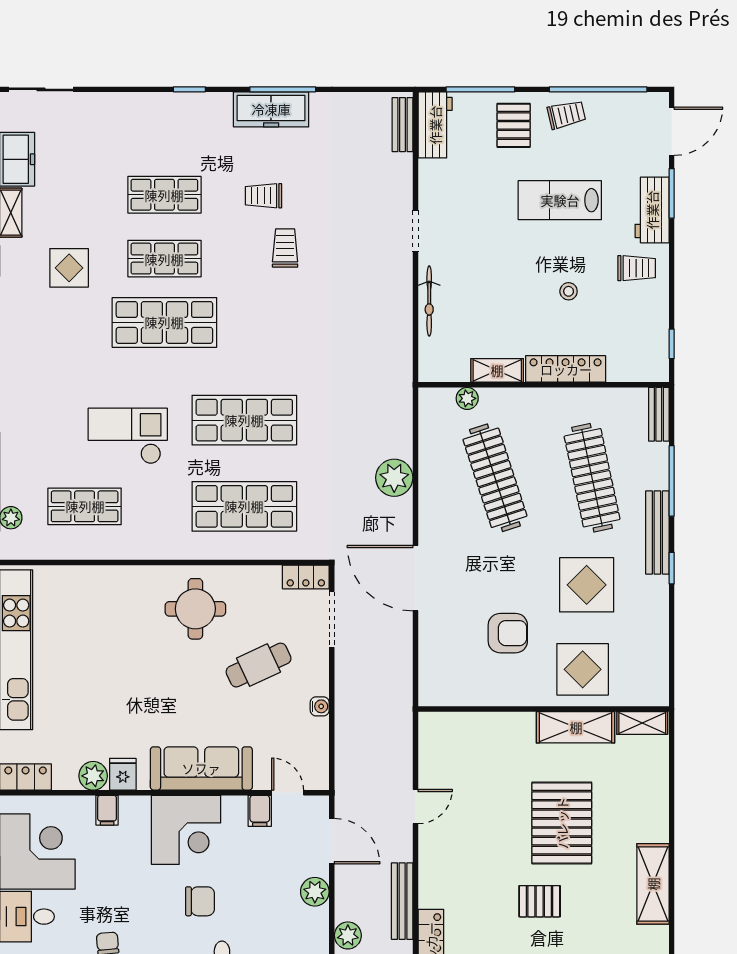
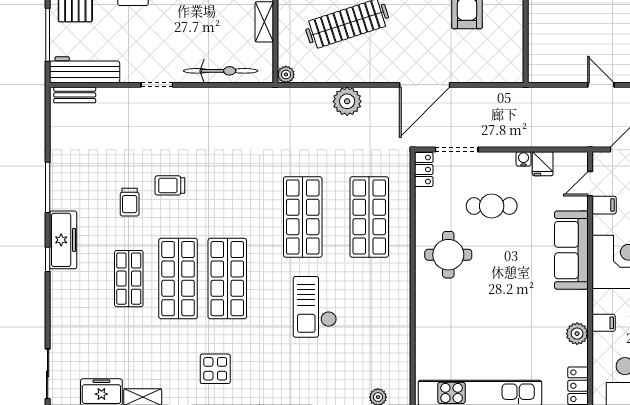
freezer: (271, 109) -> (63, 240), moved
workbench: (435, 125) -> (85, 70), width x1.38
shop shelf: (164, 259) -> (178, 279), width x1.43, depth x1.36
display table: (69, 268) -> (215, 369), moved
bicycle: (429, 301) -> (221, 71), width x1.37, depth x1.40
plant: (467, 398) -> (286, 74), moved
shop shelf: (85, 506) -> (369, 340), removed
cafe table: (259, 665) -> (492, 206), turned -65
fridge: (123, 774) -> (543, 164), moved, turned -90

